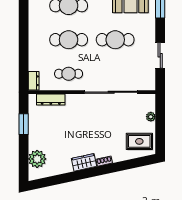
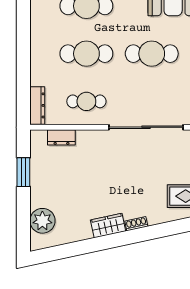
dresser: (34, 81) -> (37, 105), width x1.44
dresser: (51, 99) -> (61, 137), width x0.70

